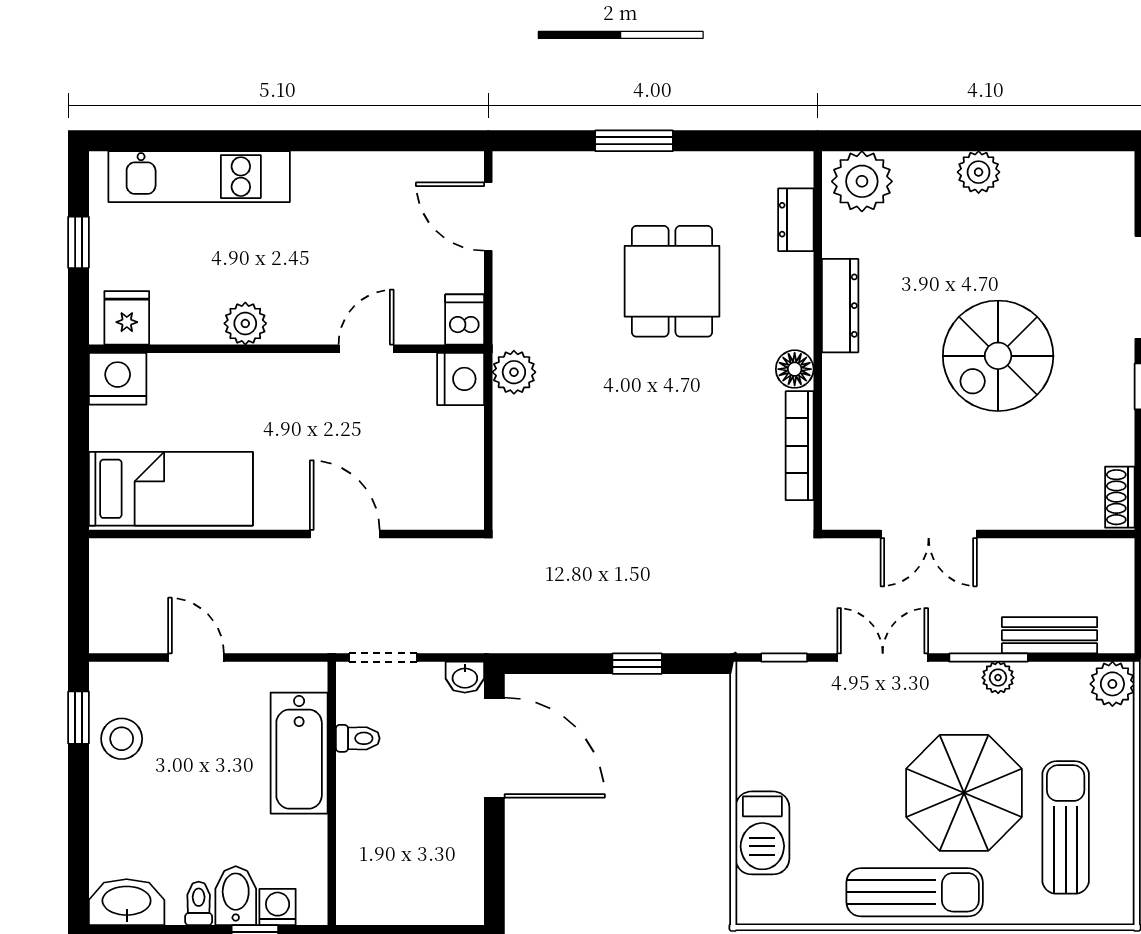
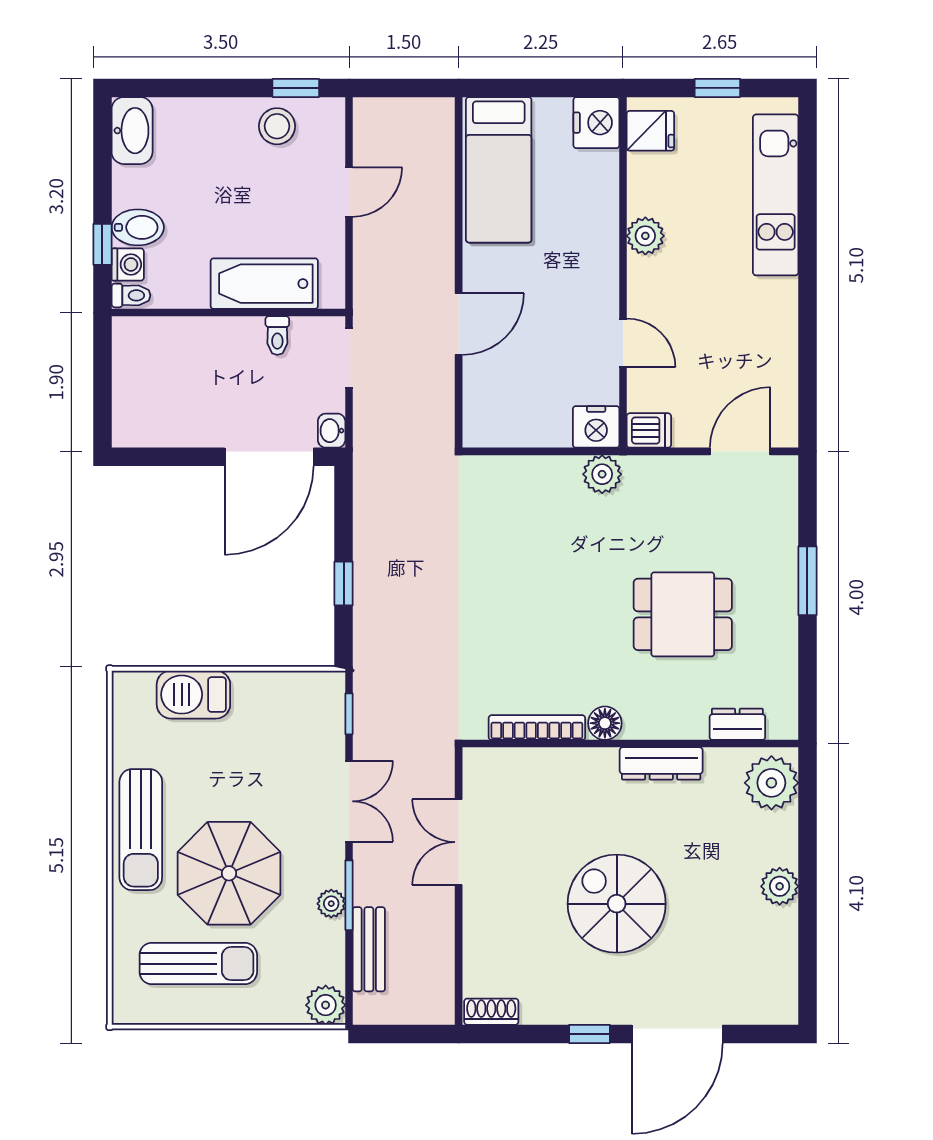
toilet: (199, 903) -> (131, 295), moved

